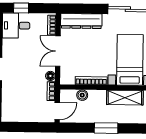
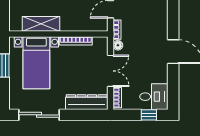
boiler: (82, 95) -> (85, 26), removed

